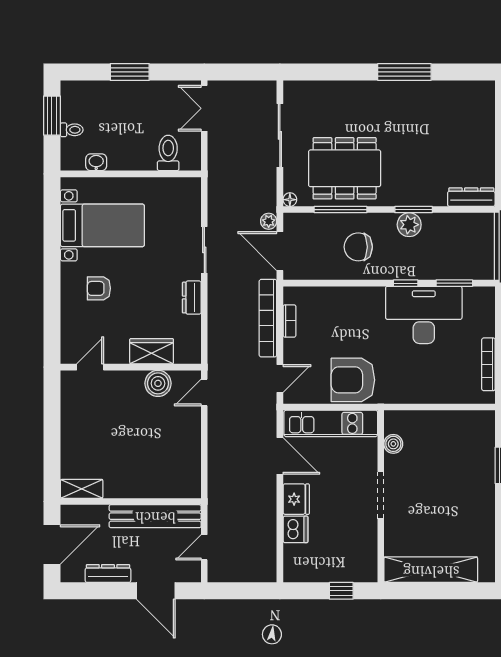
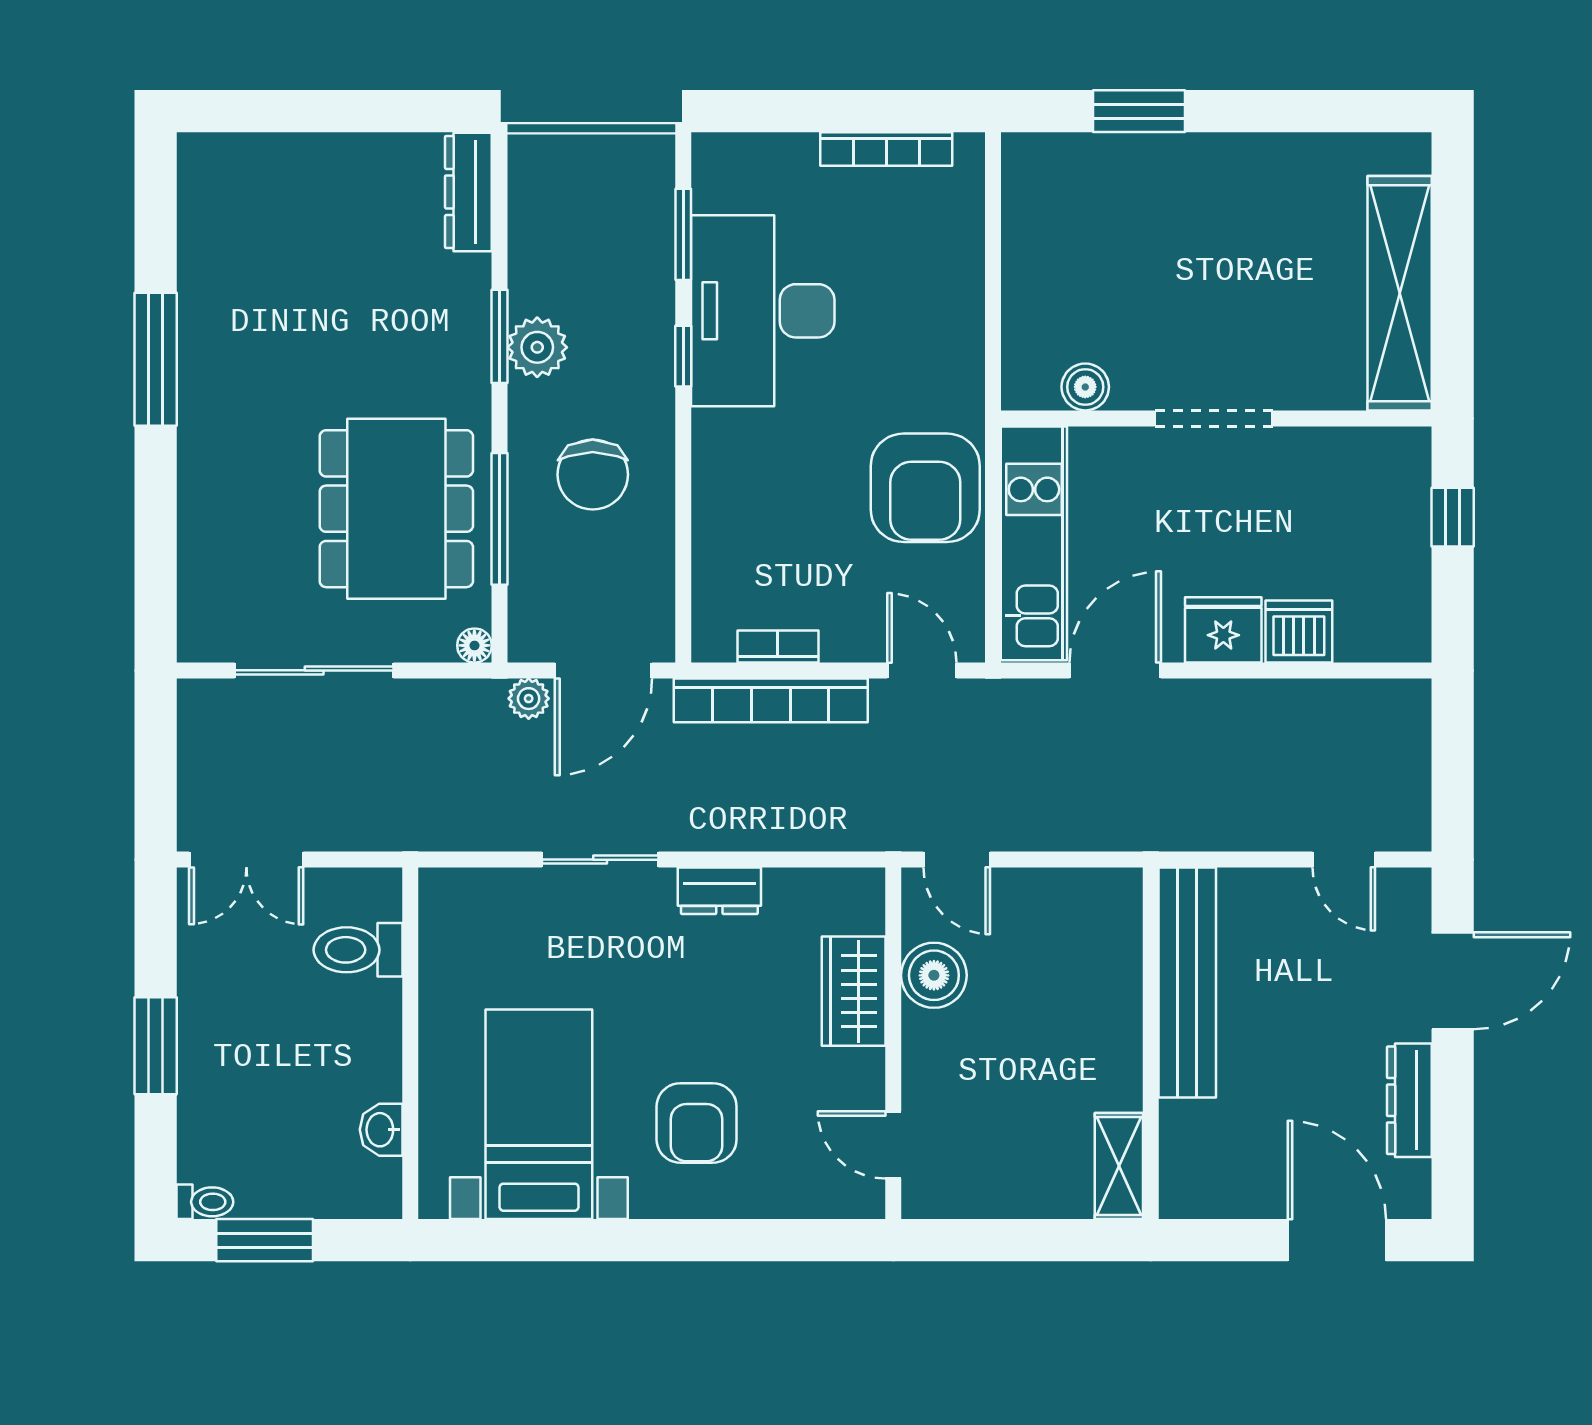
toilet: (72, 130) -> (205, 1202), moved, turned 90
armchair: (99, 288) -> (697, 1123), width x1.38, depth x1.38
shelving: (82, 489) -> (1119, 1166), moved
wall: (131, 502) -> (1151, 1043), moved
bench: (155, 516) -> (1187, 982), moved

